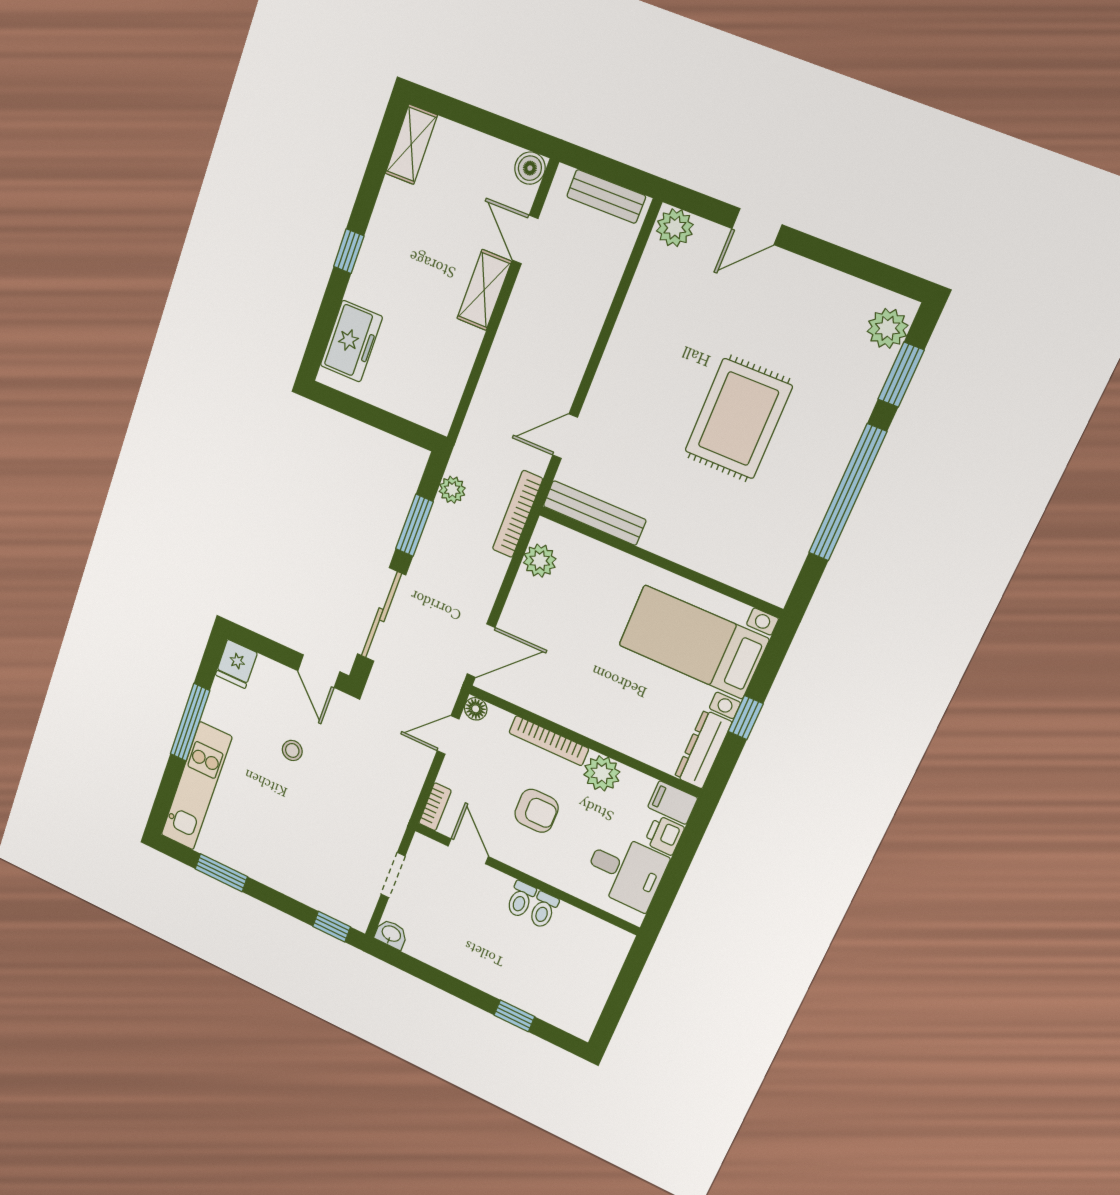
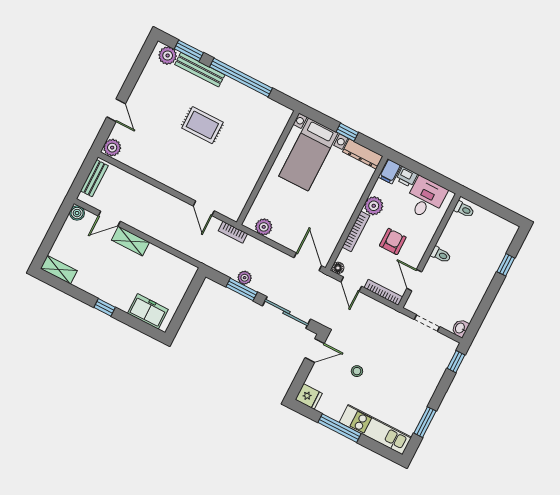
rug: (738, 419) -> (202, 125), width x0.73, depth x0.70
plant: (452, 490) -> (245, 278), moved
bench: (594, 513) -> (200, 70), moved, turned 90
bookcase: (517, 514) -> (233, 232), width x0.64
bookcase: (435, 807) -> (383, 292), width x1.56
door: (468, 851) -> (414, 280), hinge flipped
toilet: (543, 910) -> (464, 209), moved

